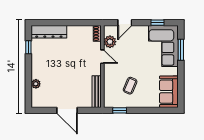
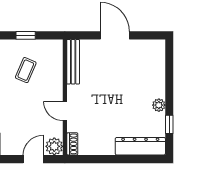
plant: (110, 42) -> (54, 146), moved
plant: (36, 84) -> (159, 105), moved
window: (120, 110) -> (26, 35), moved

